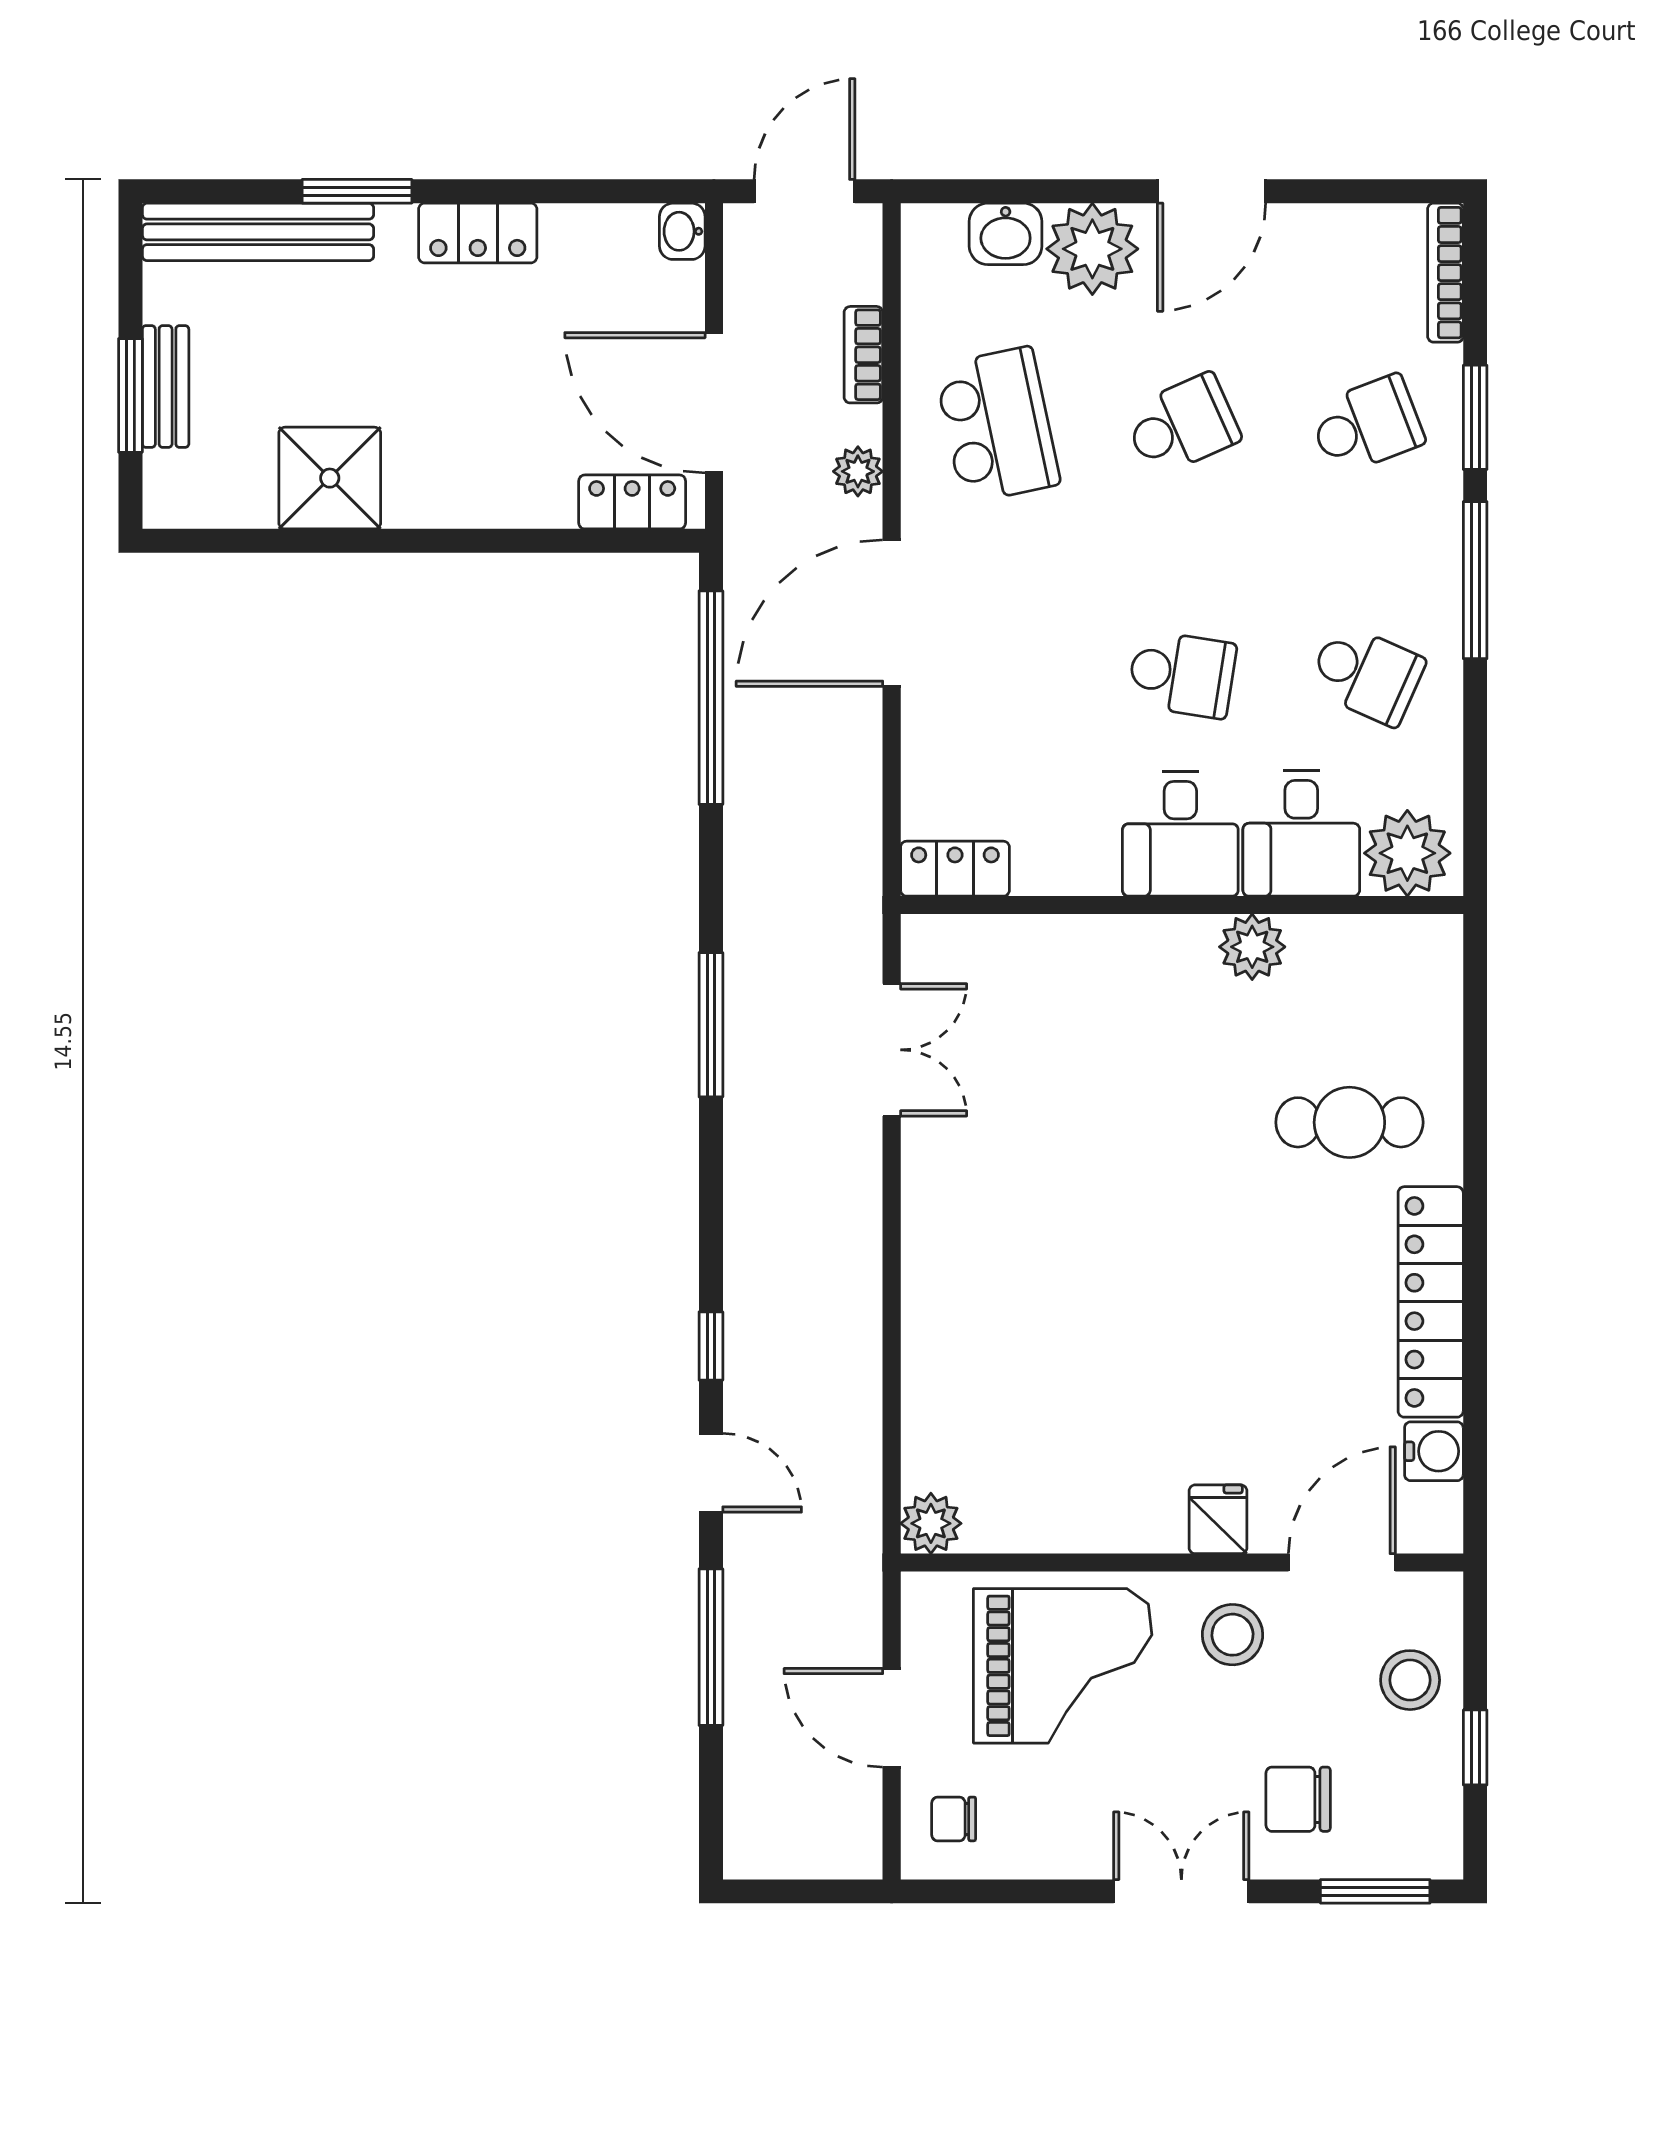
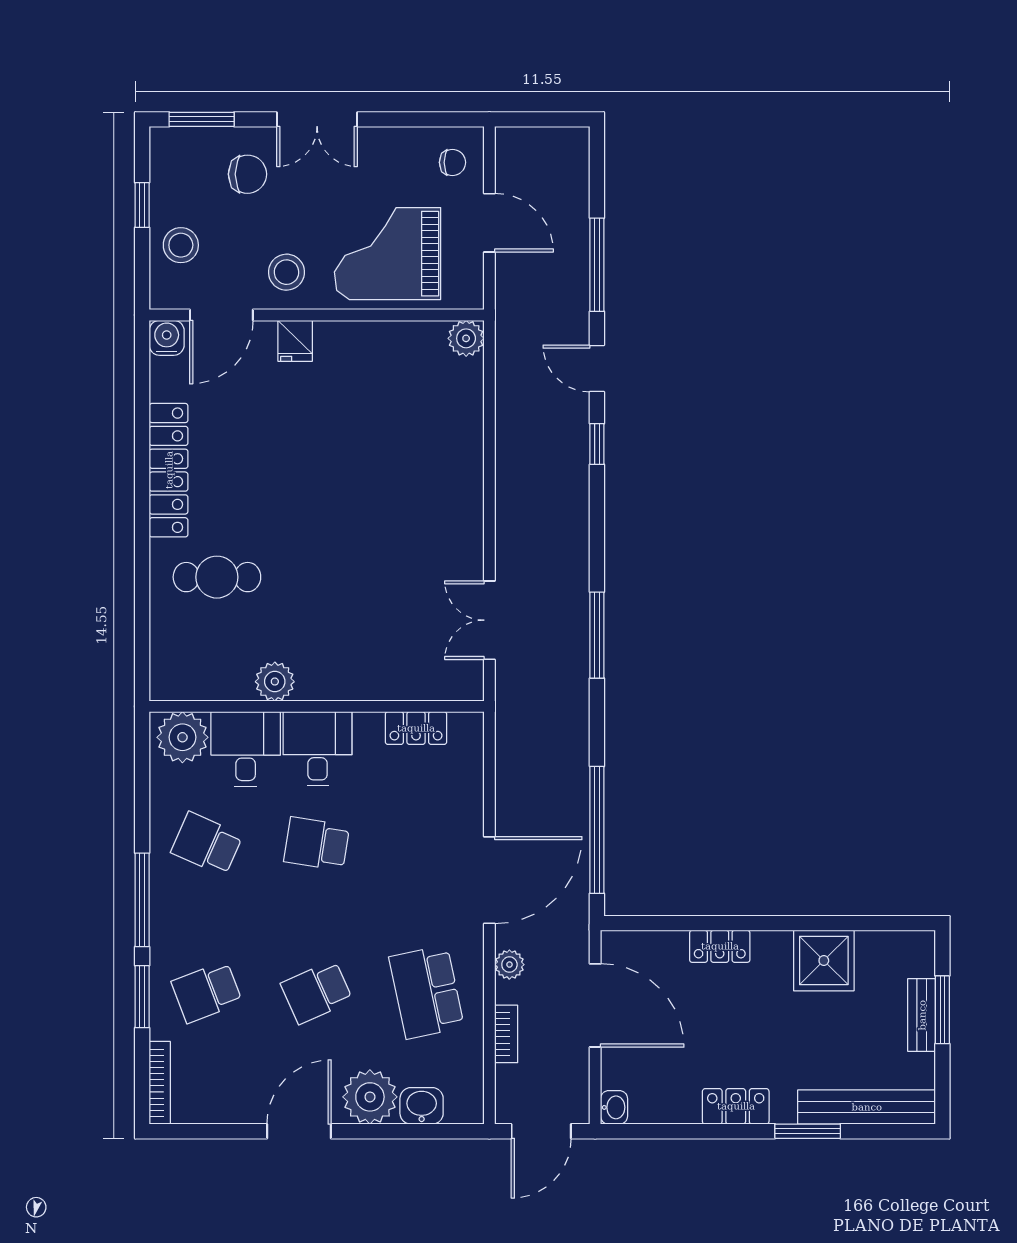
locker: (632, 502) -> (720, 946), moved
locker: (955, 869) -> (416, 728), moved
water cooler: (1434, 1451) -> (167, 338), moved, turned 90

